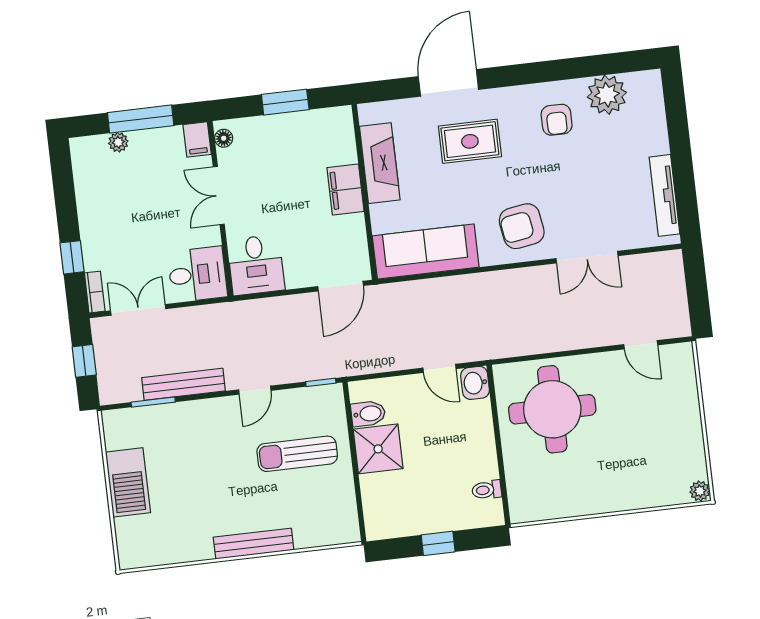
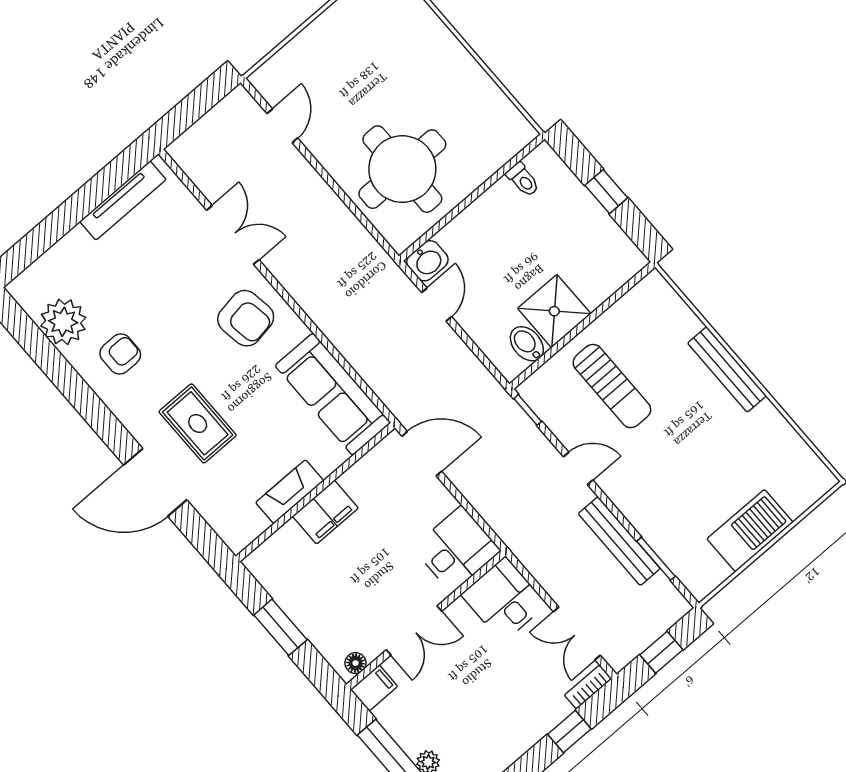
fireplace: (380, 163) -> (290, 492), width x0.73, depth x0.76

